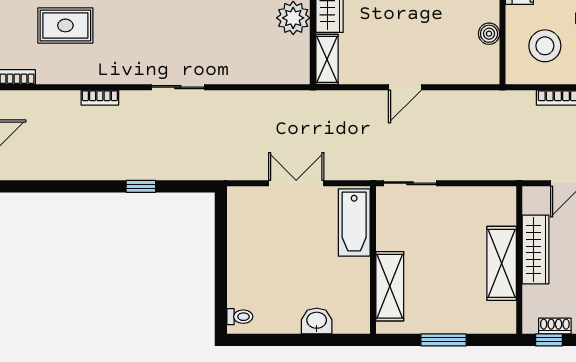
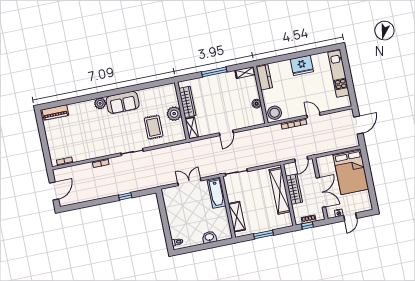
rug: (65, 25) -> (154, 127), moved, turned 90
stool: (545, 46) -> (275, 113), moved
shelving: (502, 263) -> (280, 191), width x1.47

